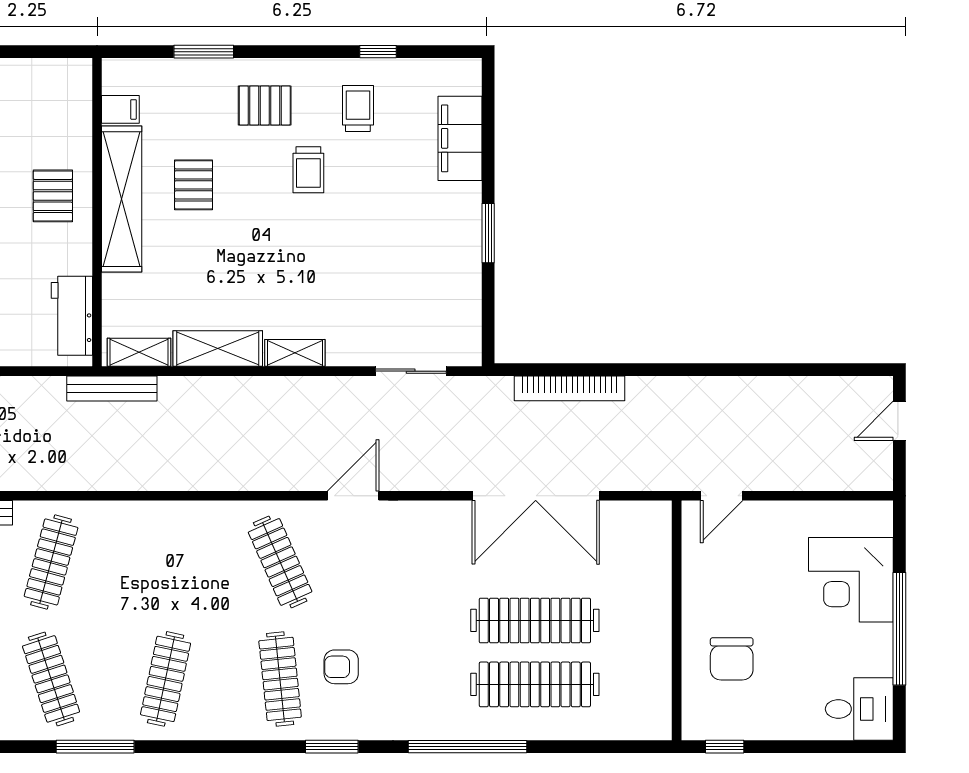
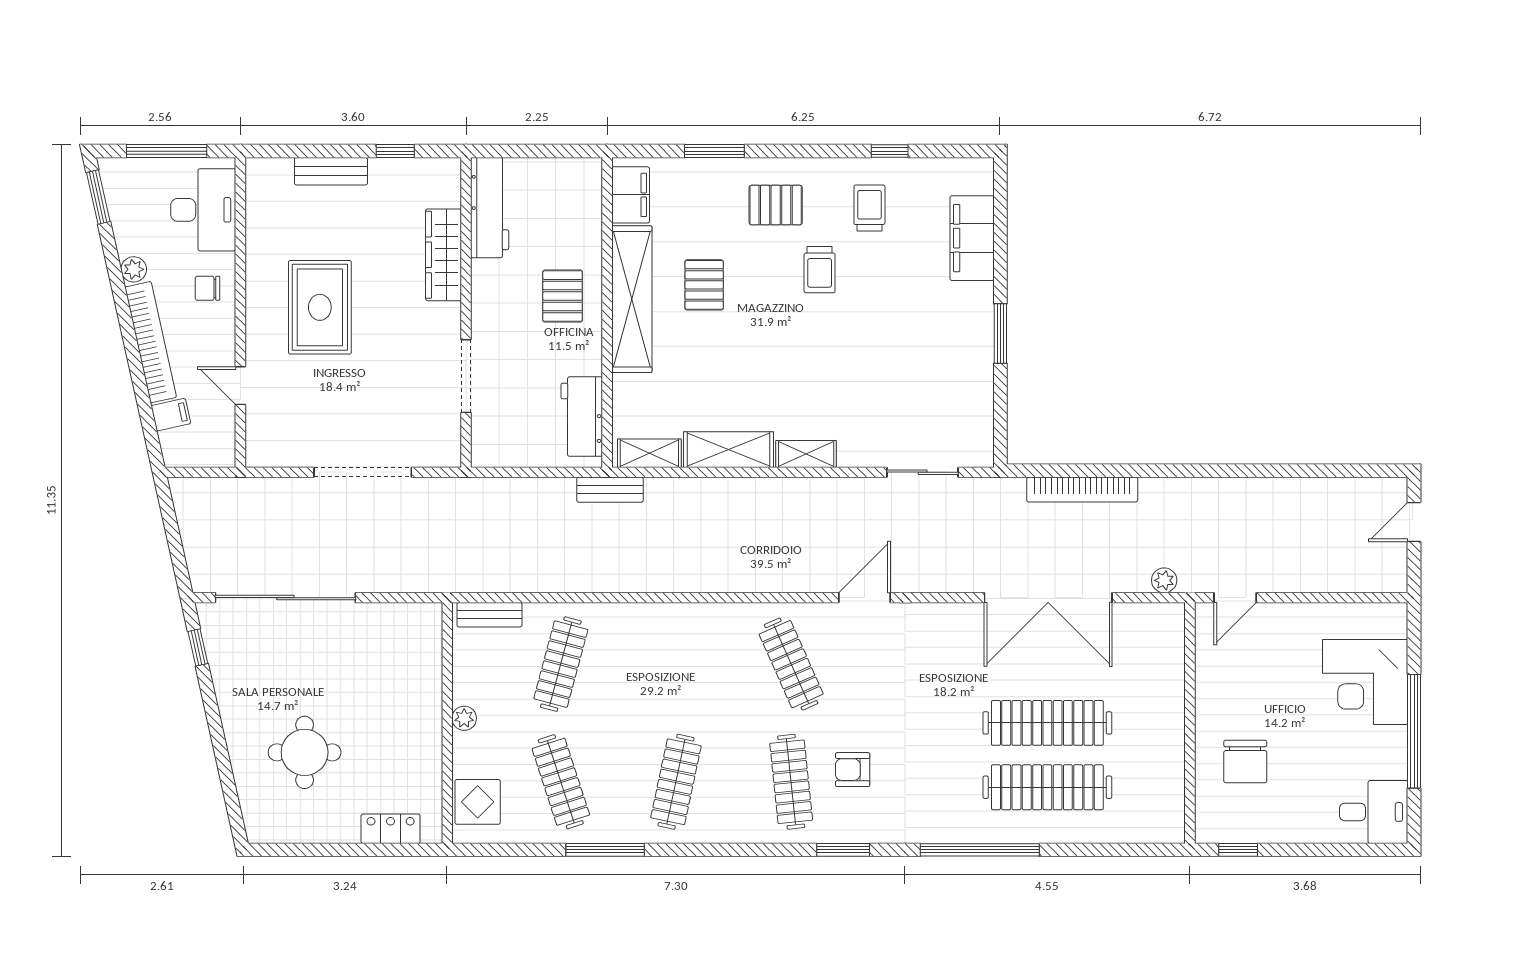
filing cabinet: (120, 109) -> (631, 195), width x2.00
bench: (112, 388) -> (610, 490), width x0.73
plant: (651, 479) -> (1164, 580), added

